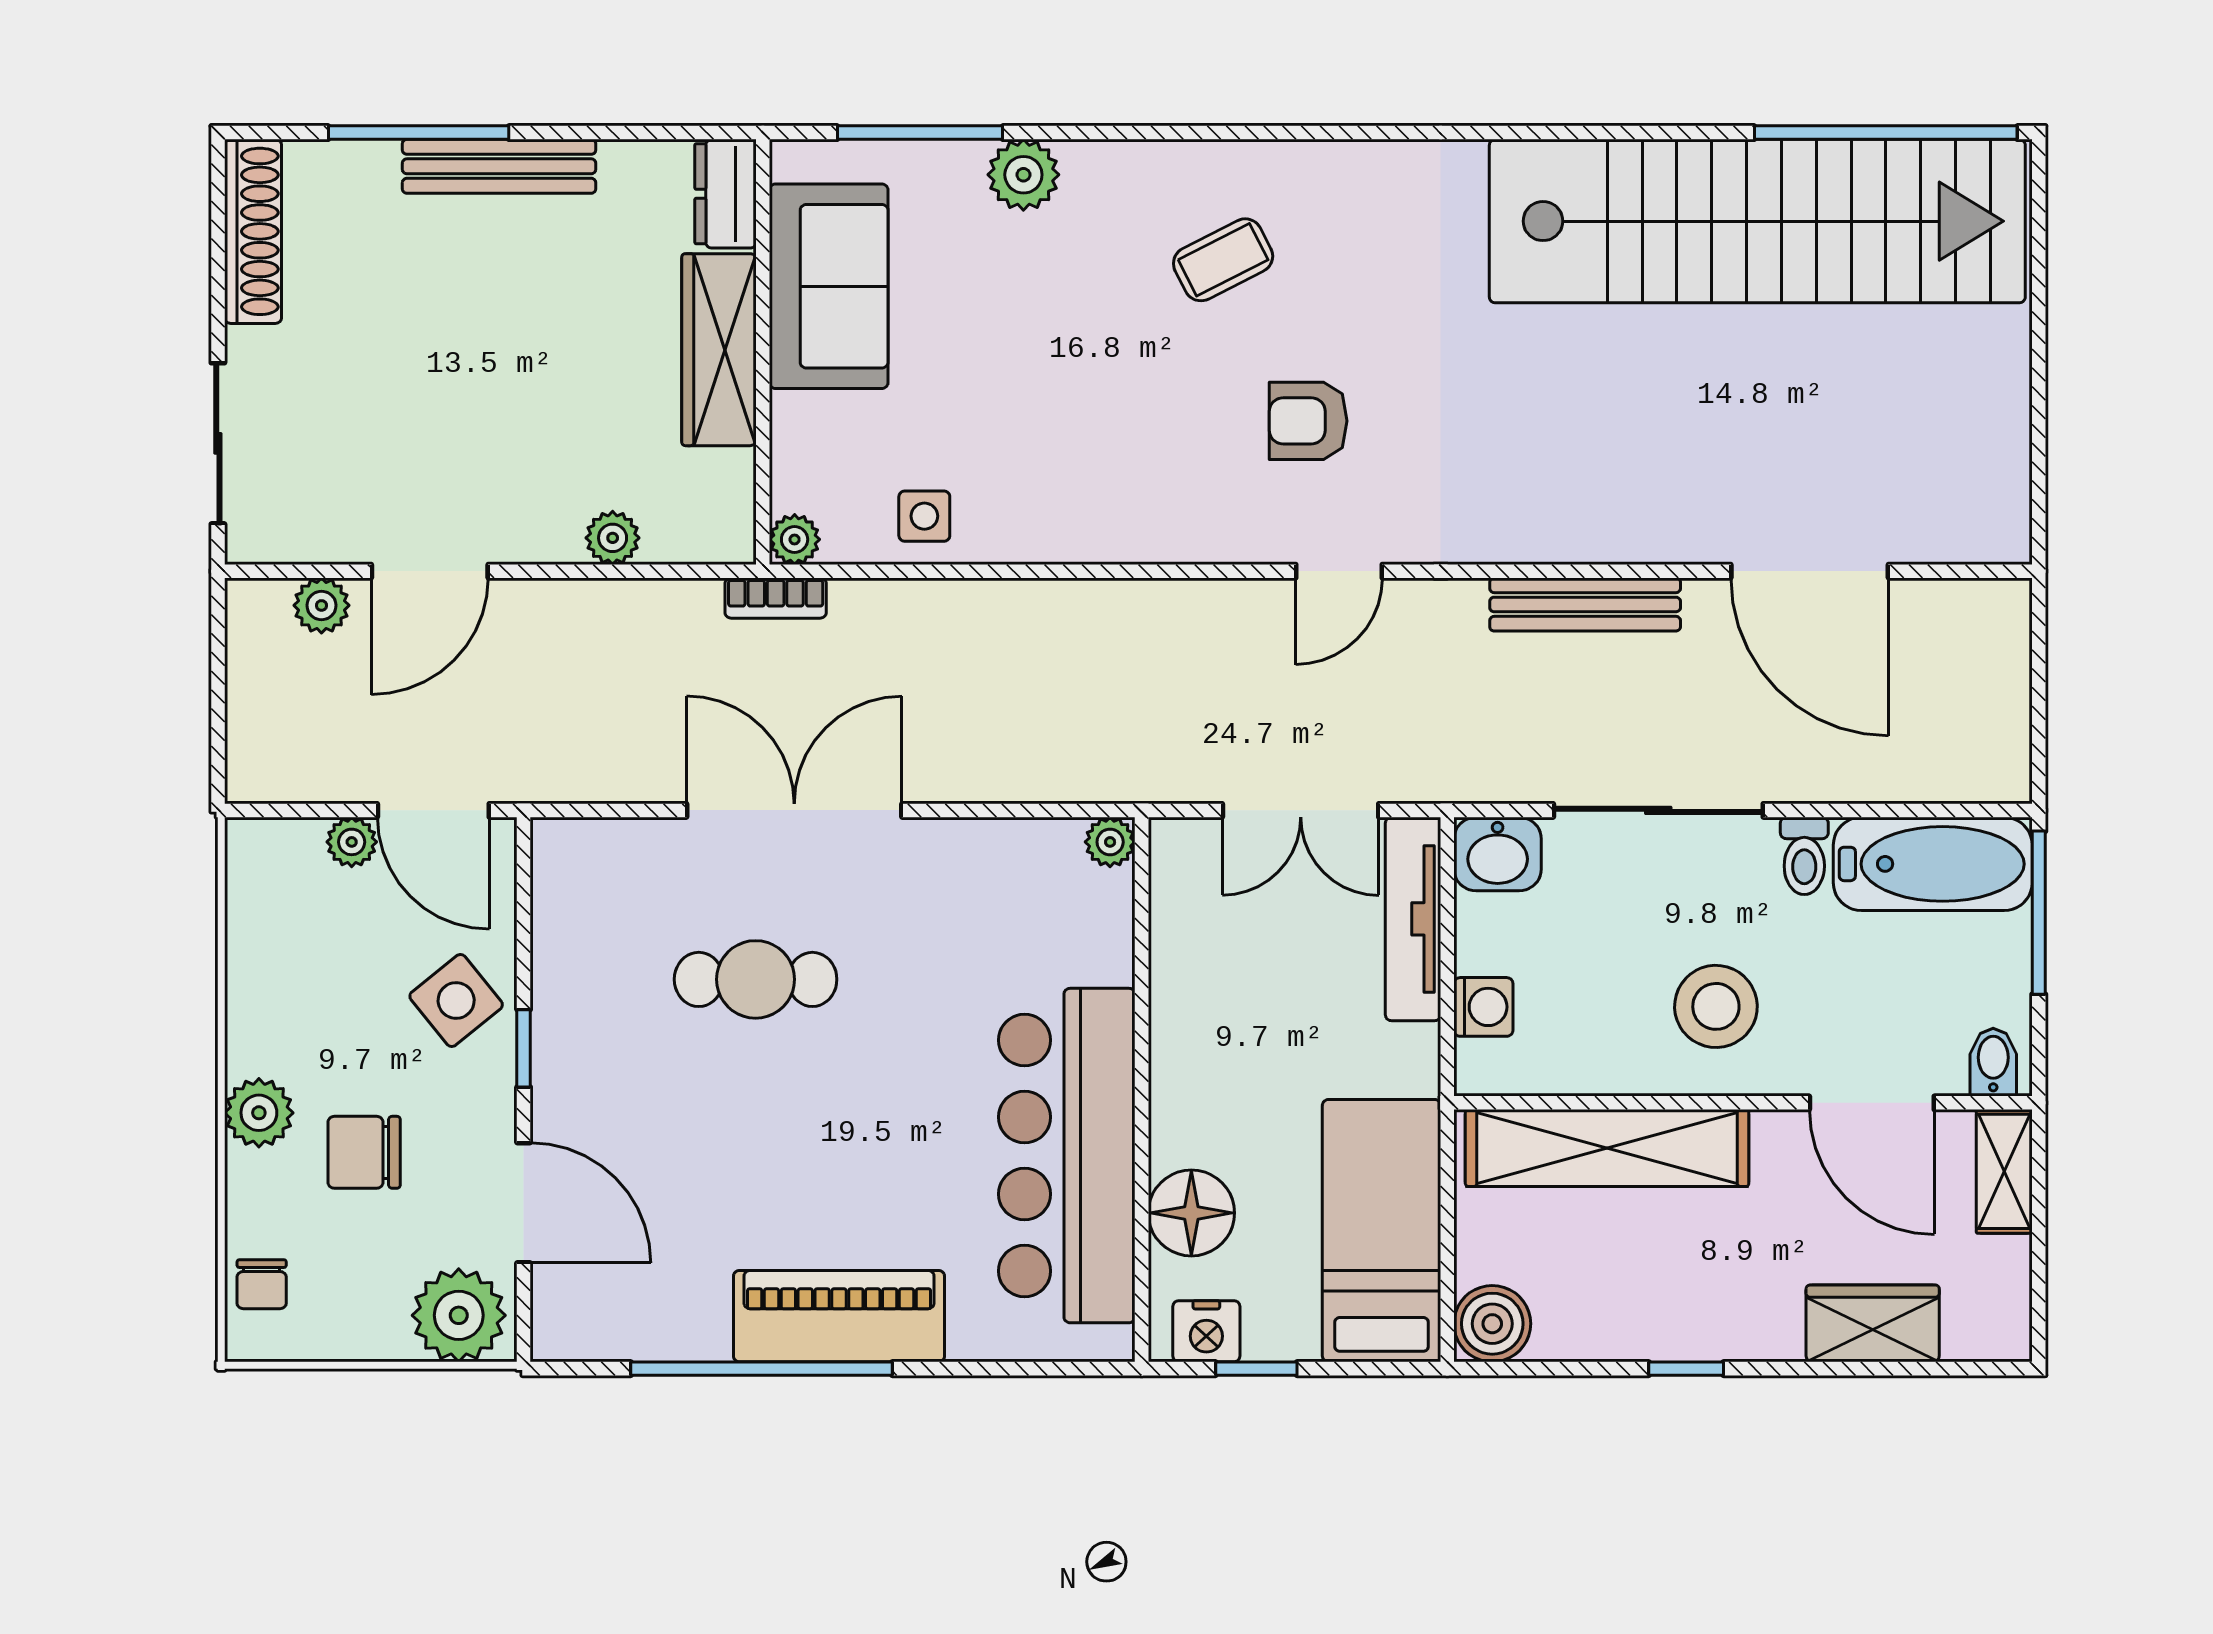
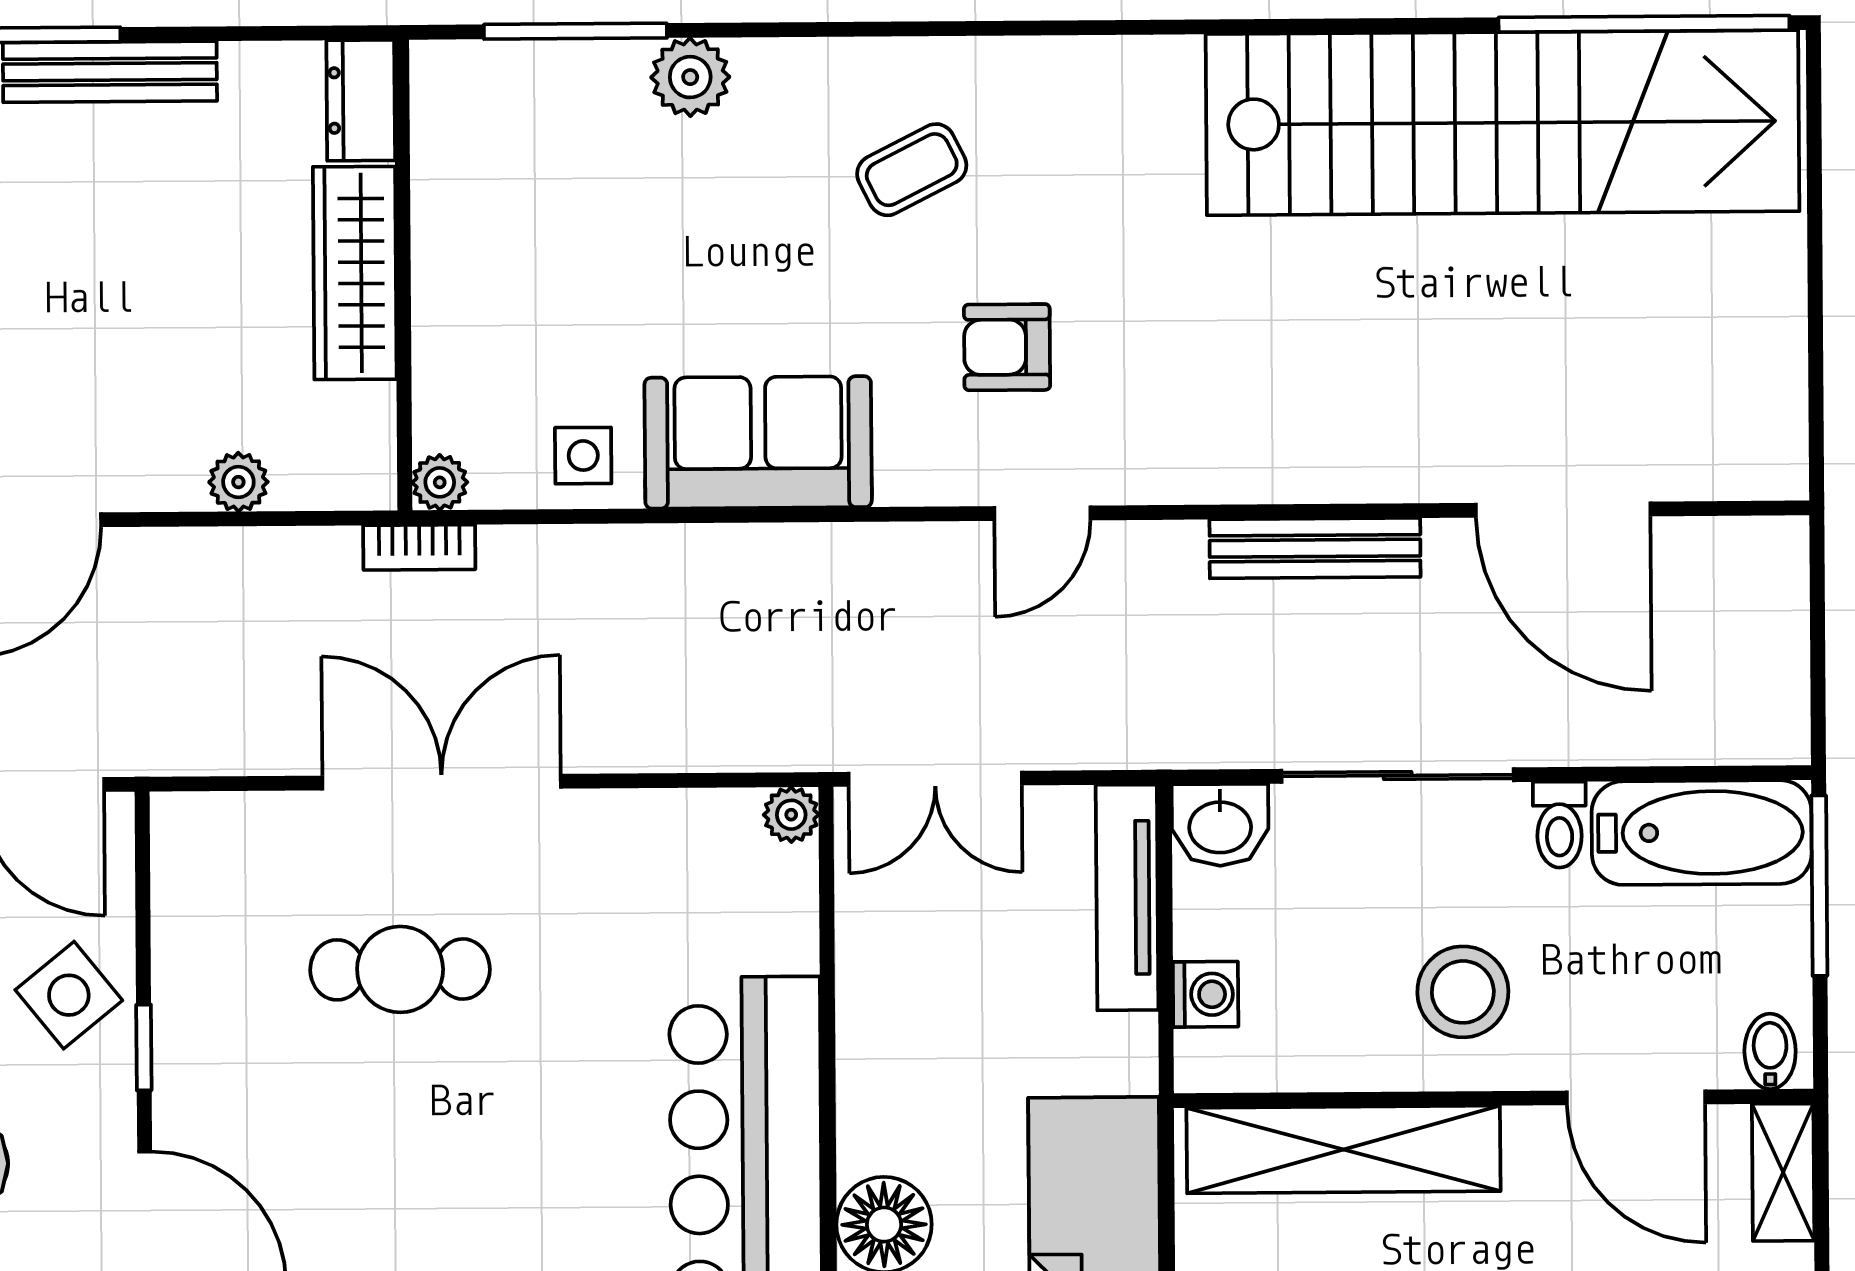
sofa: (829, 286) -> (758, 442), moved, turned -90
double door: (1301, 810) -> (935, 779), moved

